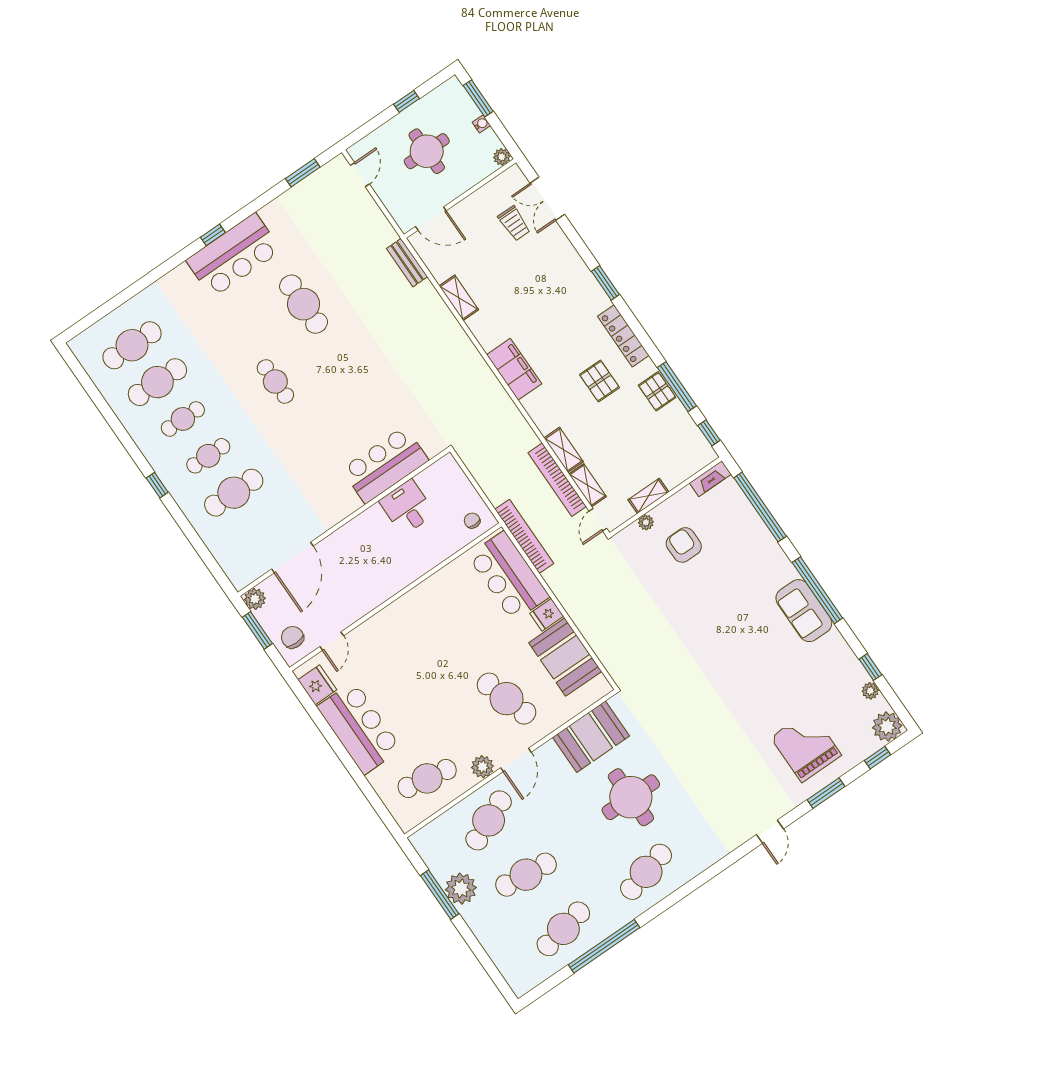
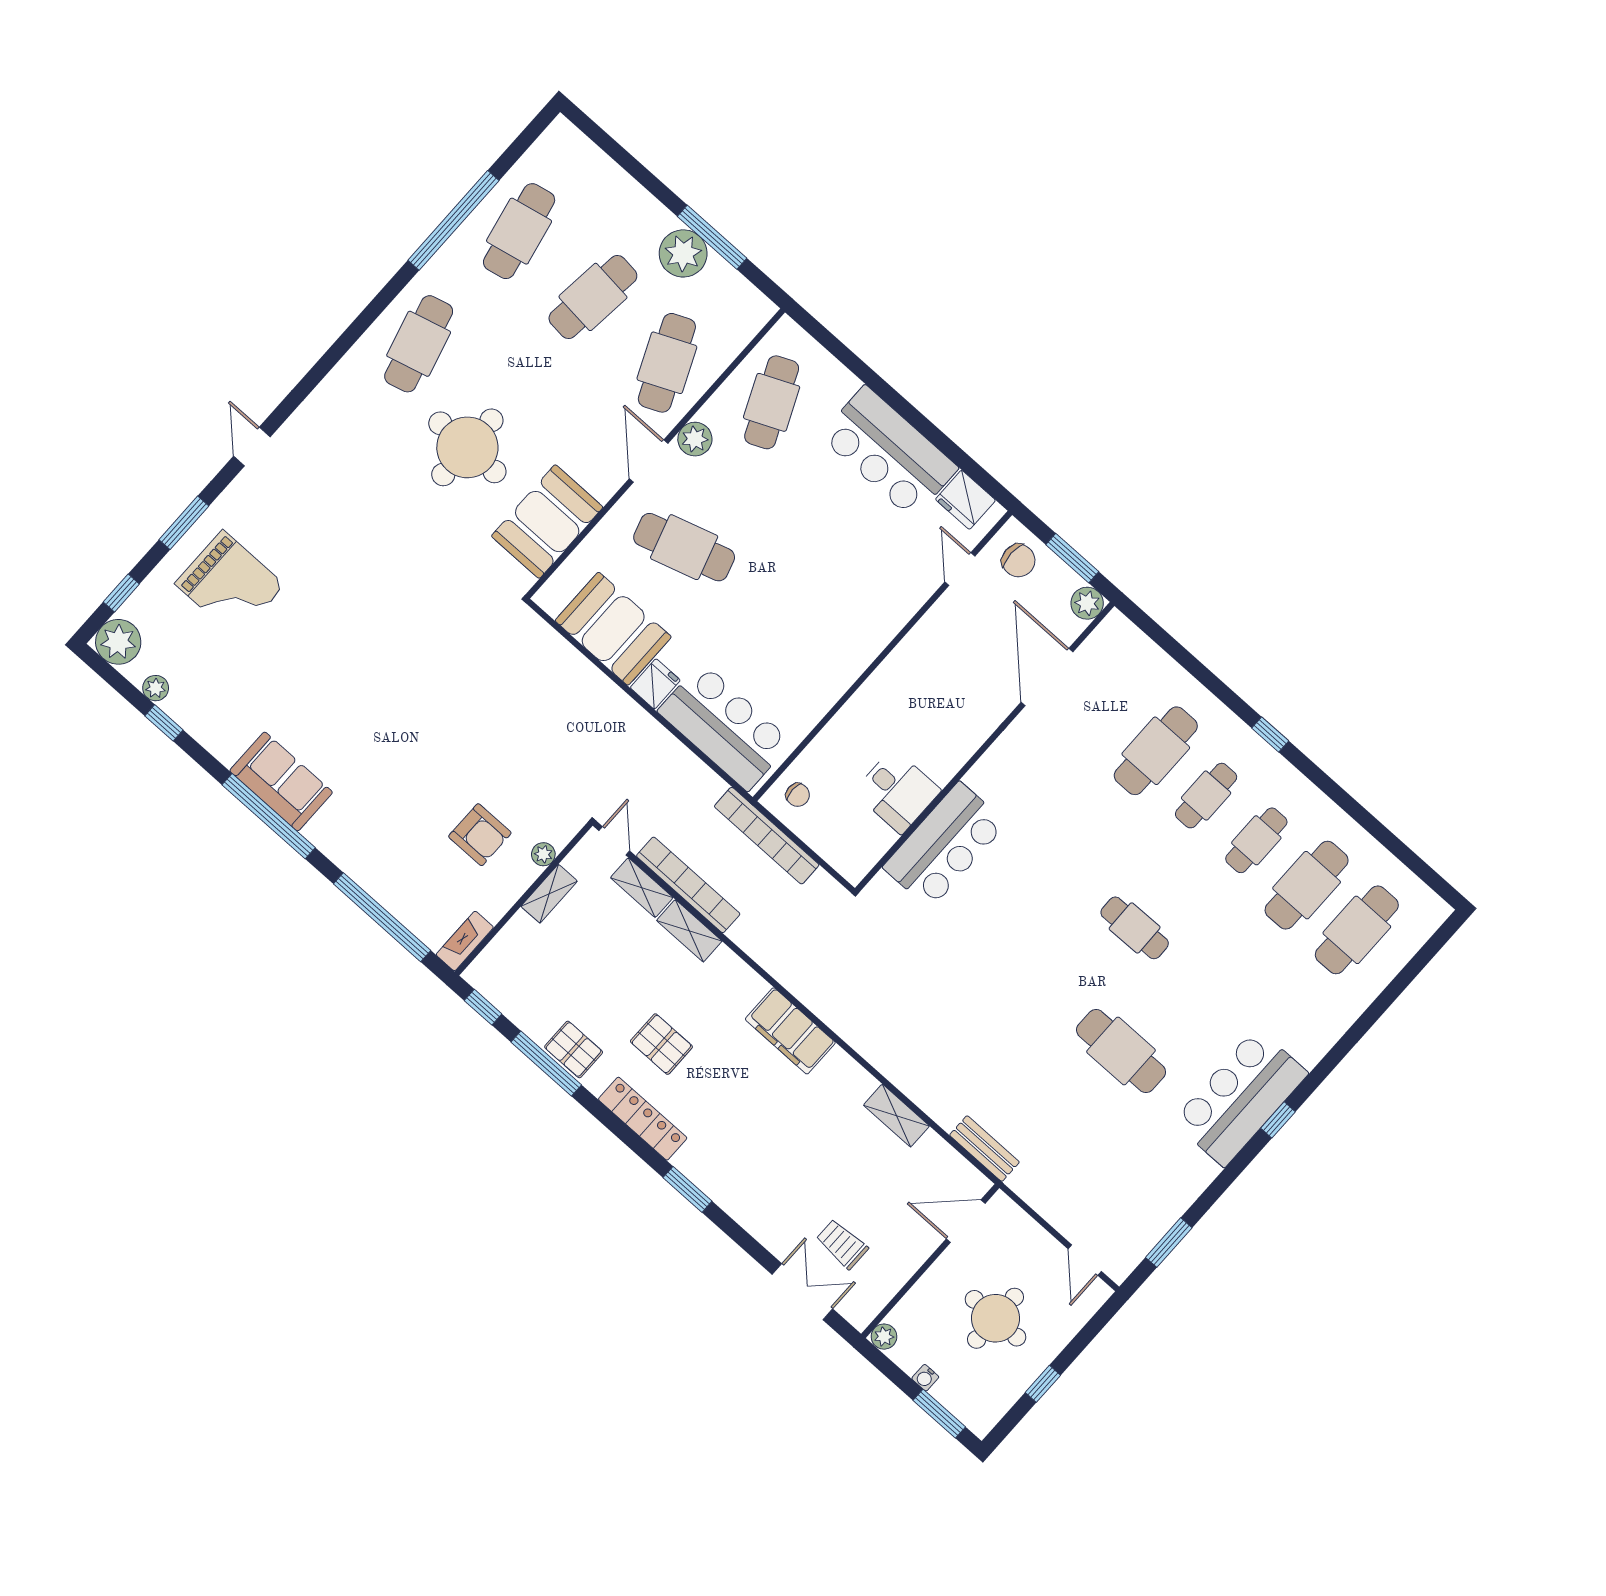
bookcase: (524, 536) -> (767, 836), moved
cafe table: (427, 778) -> (772, 402), turned -34

